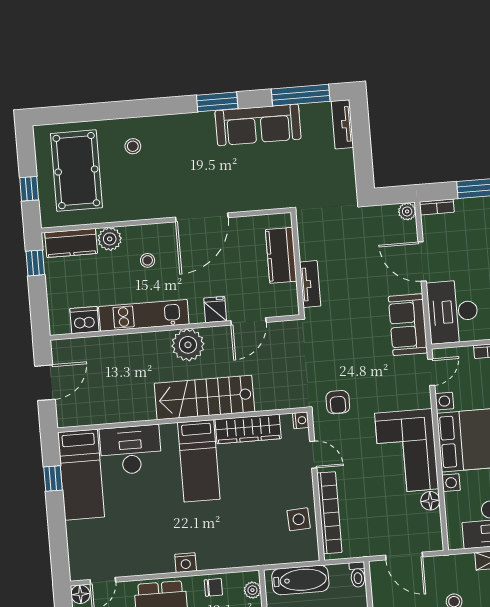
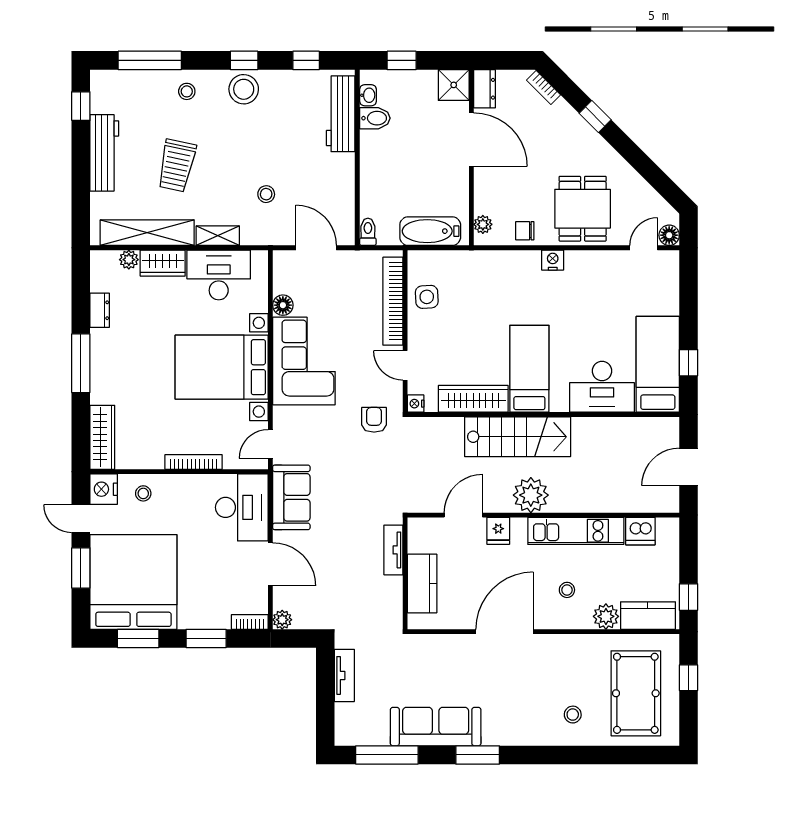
tv unit: (342, 124) -> (344, 675), moved

